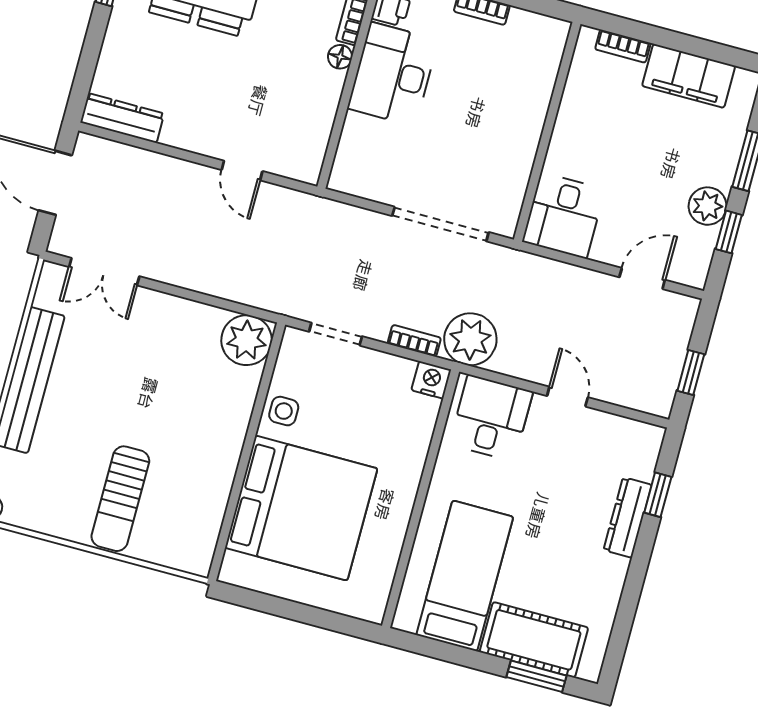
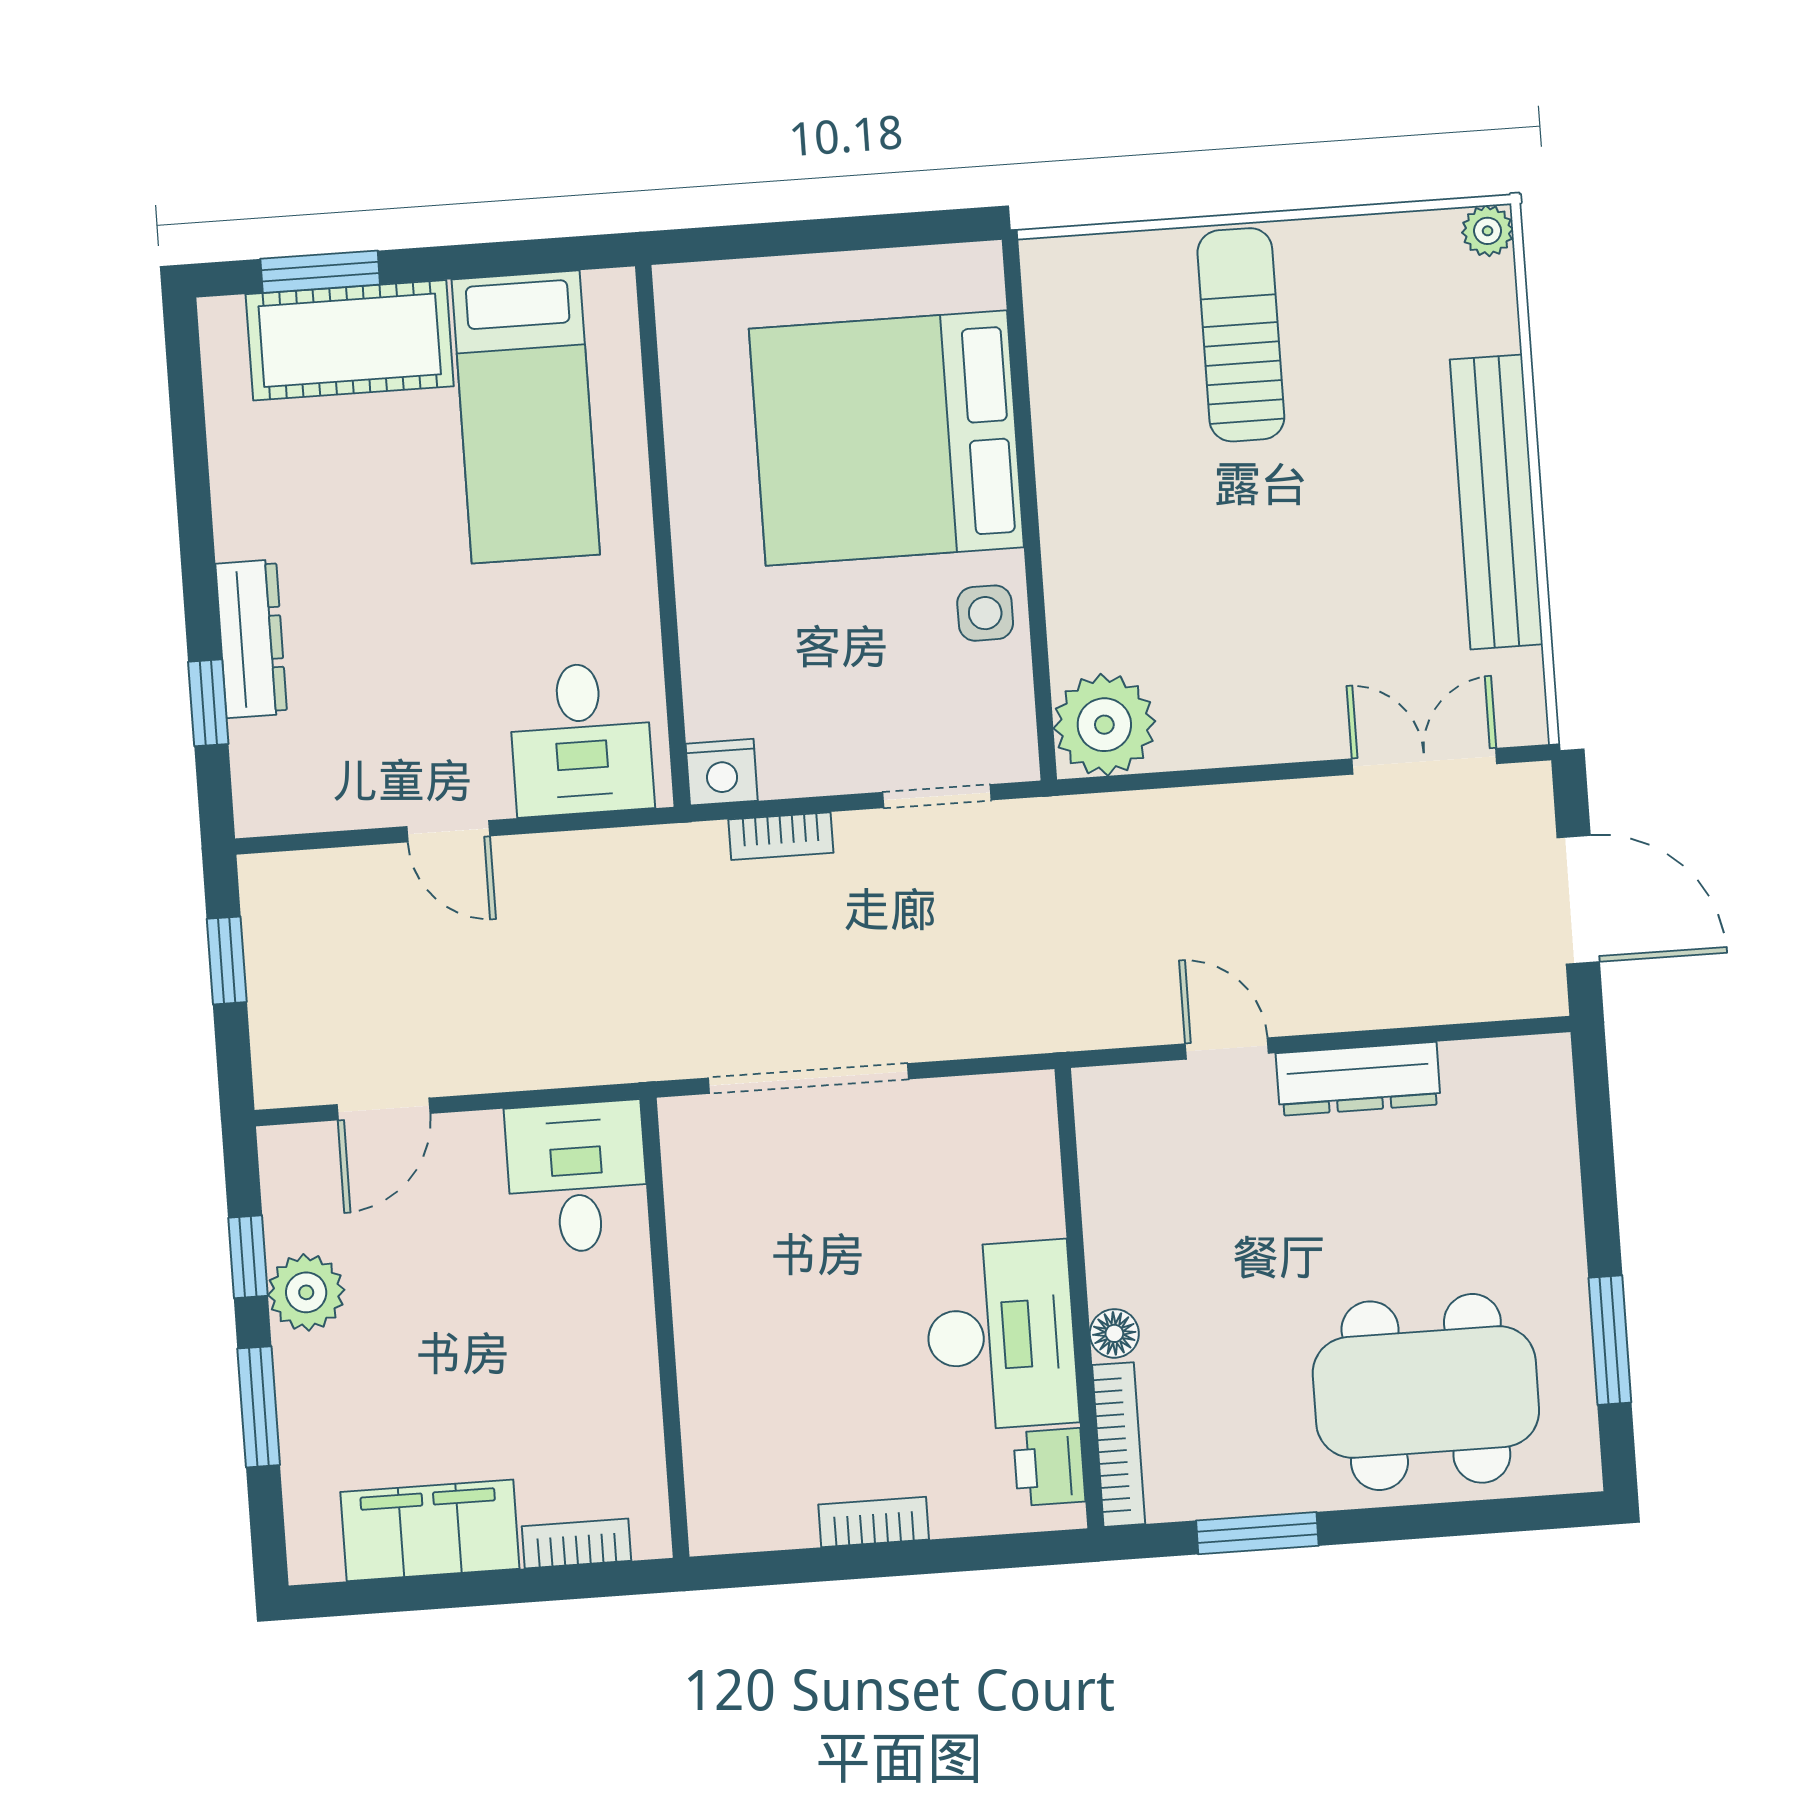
dresser: (122, 118) -> (1358, 1079), moved
plant: (470, 339) -> (674, 877), removed

